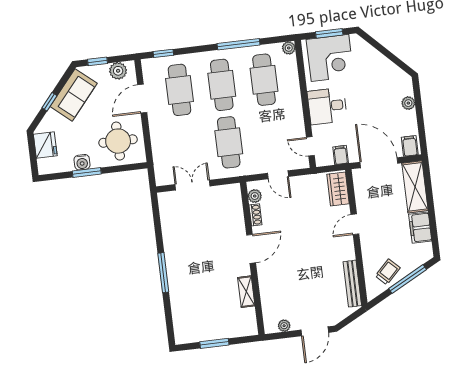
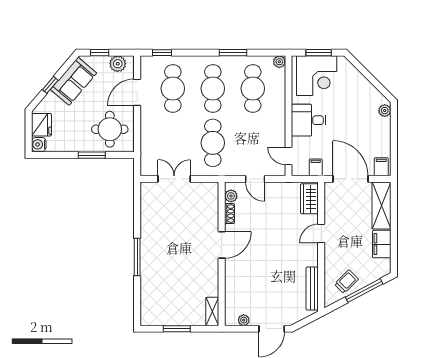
window: (238, 44) -> (233, 53), width x0.69
plant: (408, 103) -> (385, 111), moved
water cooler: (82, 162) -> (39, 144), moved, turned 90
window: (87, 173) -> (92, 155), moved
shelving: (246, 292) -> (212, 312), moved

